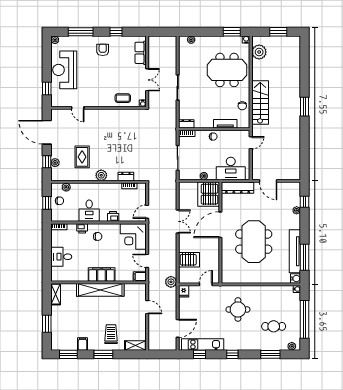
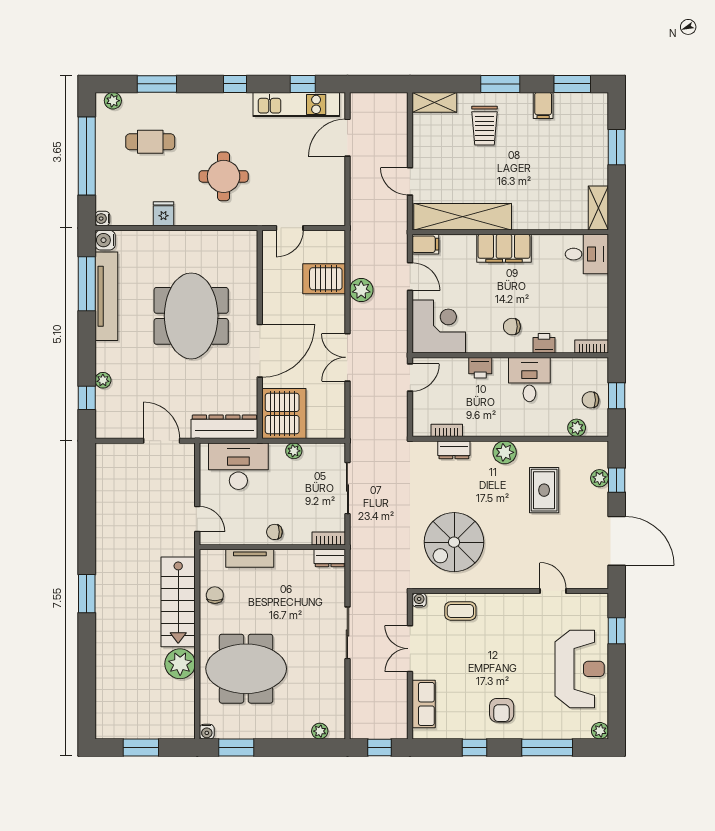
window: (162, 32) -> (379, 747), added
plant: (259, 52) -> (180, 664), moved
spiral stairs: (126, 132) -> (454, 542), added
door: (251, 143) -> (197, 519), swing flipped
desk: (61, 257) -> (587, 254), moved
plant: (171, 282) -> (361, 290), moved
shelving: (100, 290) -> (463, 217), moved
fridge: (184, 291) -> (163, 214), moved

